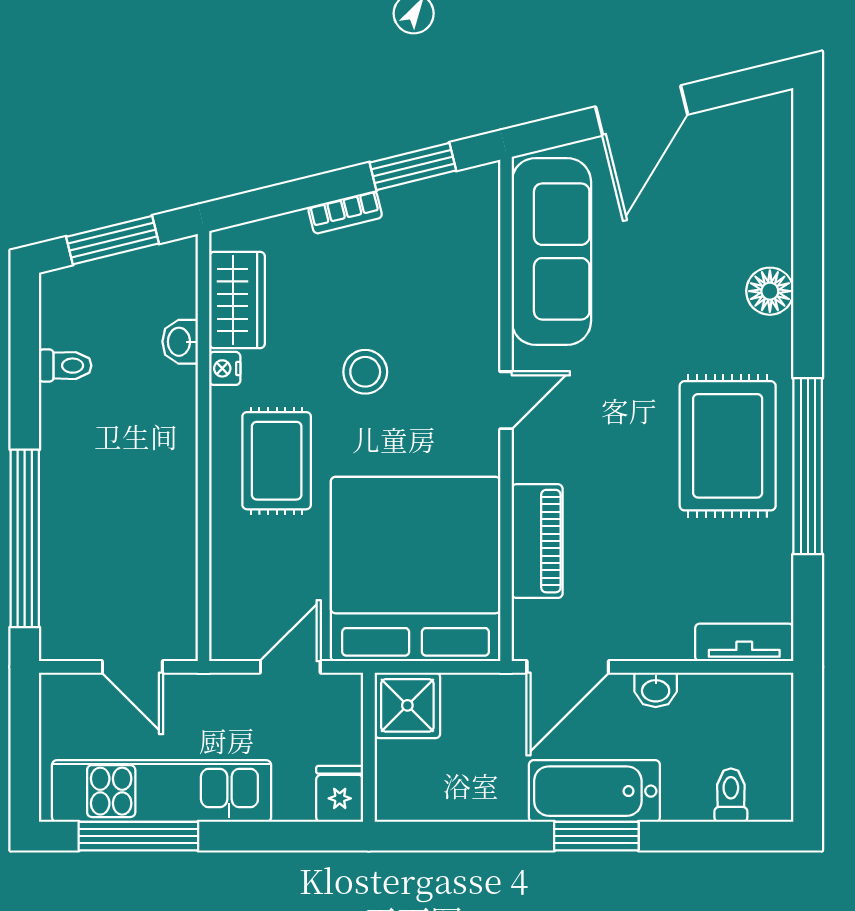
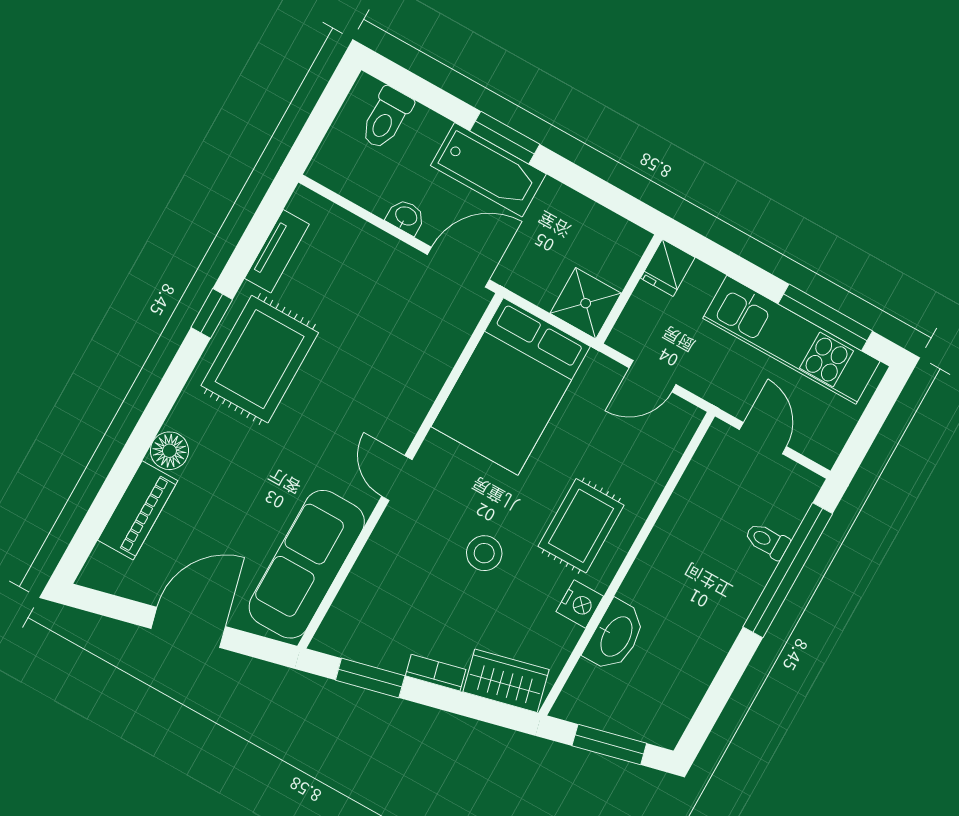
wardrobe: (237, 300) -> (506, 681), moved, turned 76
washbasin: (180, 342) -> (615, 636), width x1.91, depth x1.45
toilet: (65, 366) -> (767, 541), moved
nightstand: (225, 368) -> (580, 604), width x1.39, depth x1.35
door: (506, 400) -> (397, 478), hinge flipped
window: (808, 466) -> (212, 313), width x0.32
piano: (537, 541) -> (138, 510), moved, turned 180
bed: (416, 569) -> (511, 387), width x0.73
tv unit: (744, 642) -> (277, 251), moved, turned -90
toilet: (731, 795) -> (386, 118), width x1.37, depth x1.39

